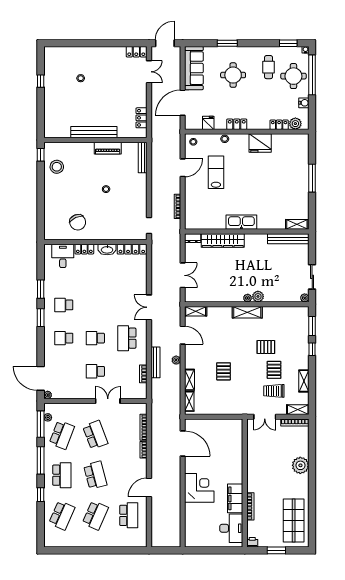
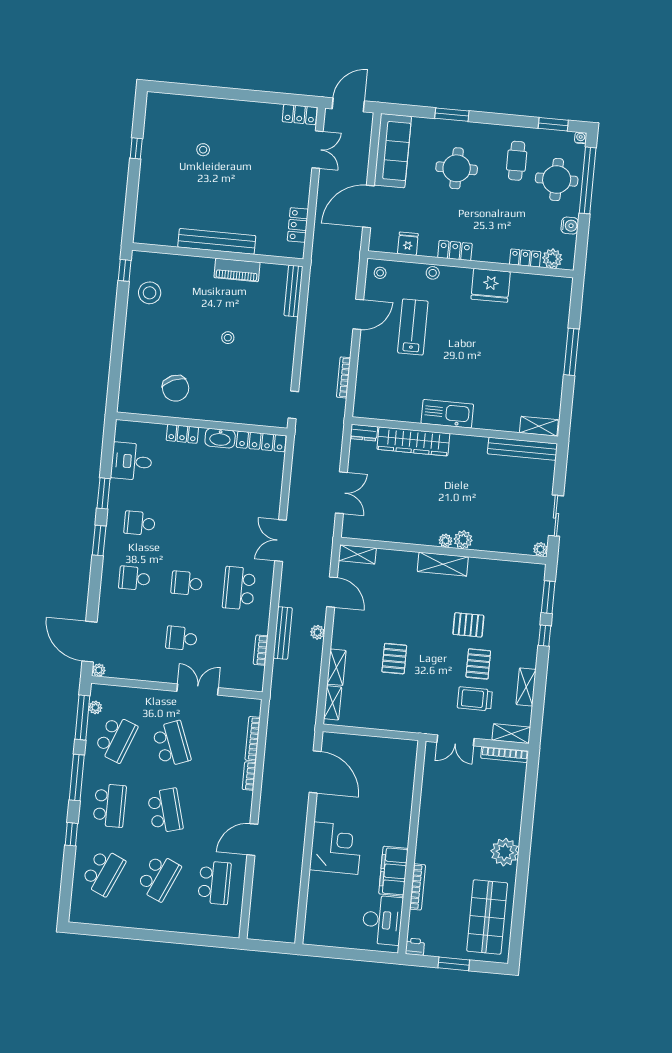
desk: (63, 256) -> (132, 461), moved, turned -90
plant: (300, 465) -> (505, 852), moved

